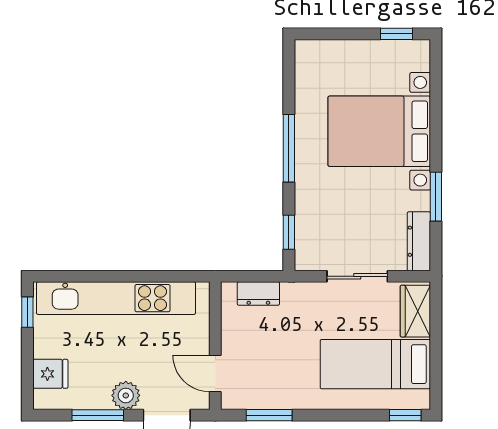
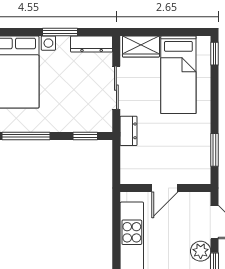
dresser: (258, 294) -> (129, 131), moved
door: (215, 373) -> (165, 188), moved

